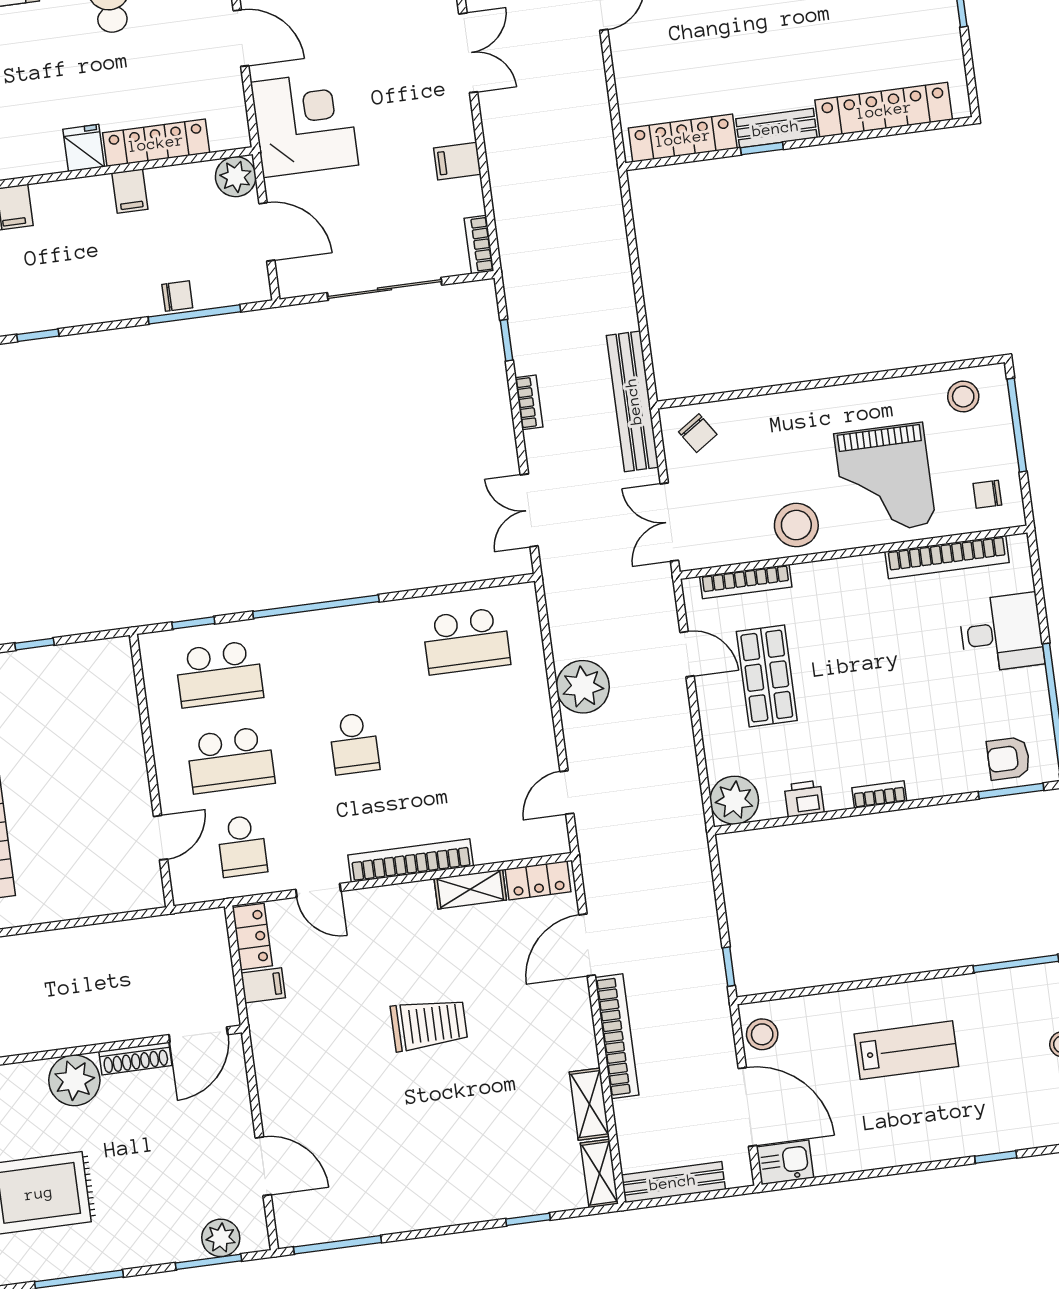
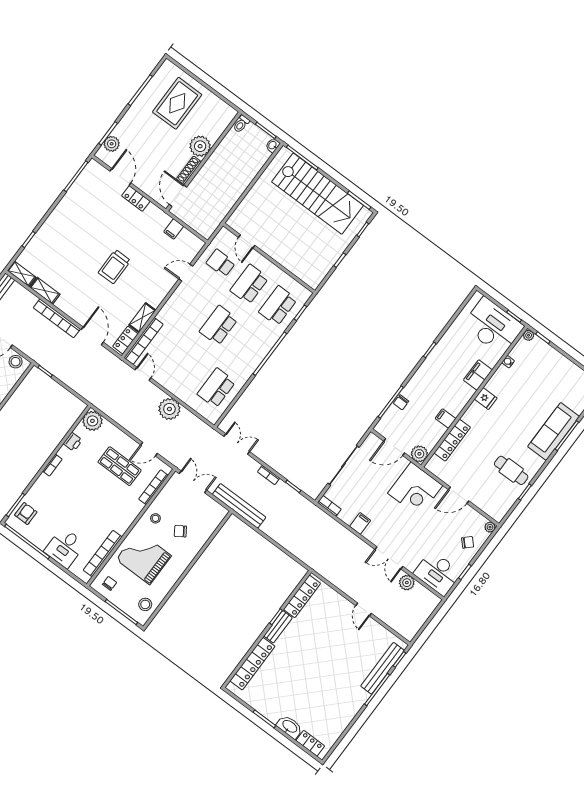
fridge: (84, 148) -> (486, 399), moved
chair: (698, 433) -> (180, 531), moved
stool: (796, 525) -> (155, 518), width x0.53, depth x0.53
school desk: (354, 744) -> (219, 325), width x1.85
bookcase: (411, 861) -> (144, 341), moved
locker: (252, 937) -> (136, 198), moved
door: (263, 1166) -> (120, 177), swing flipped

